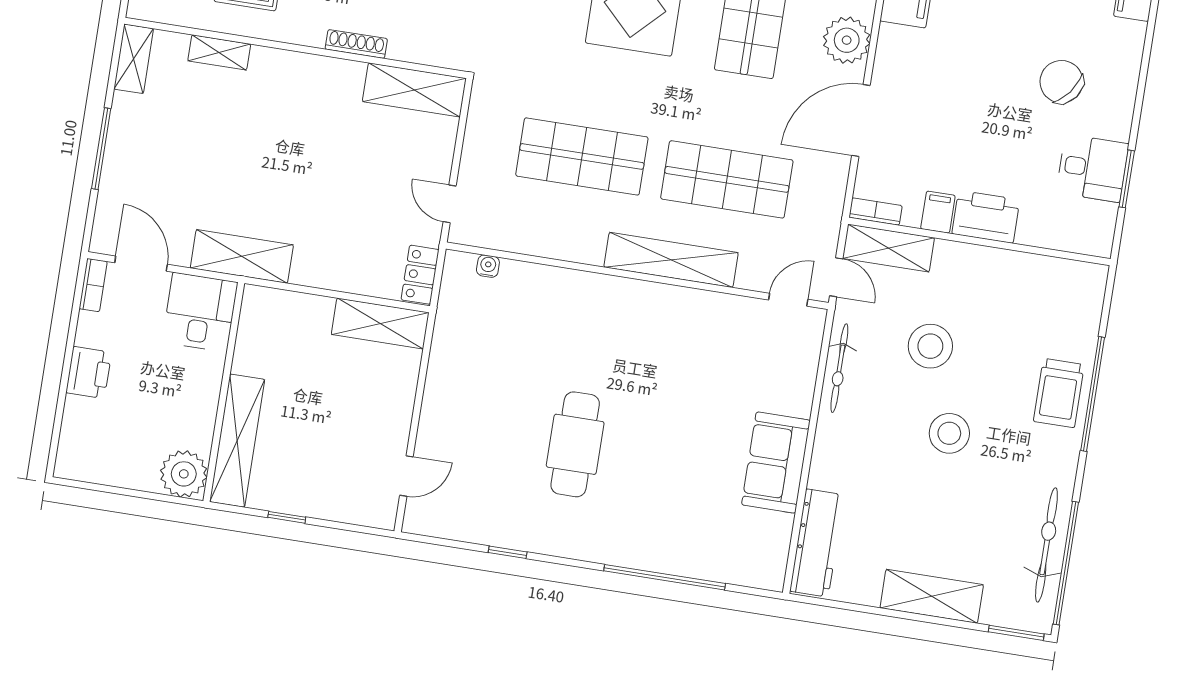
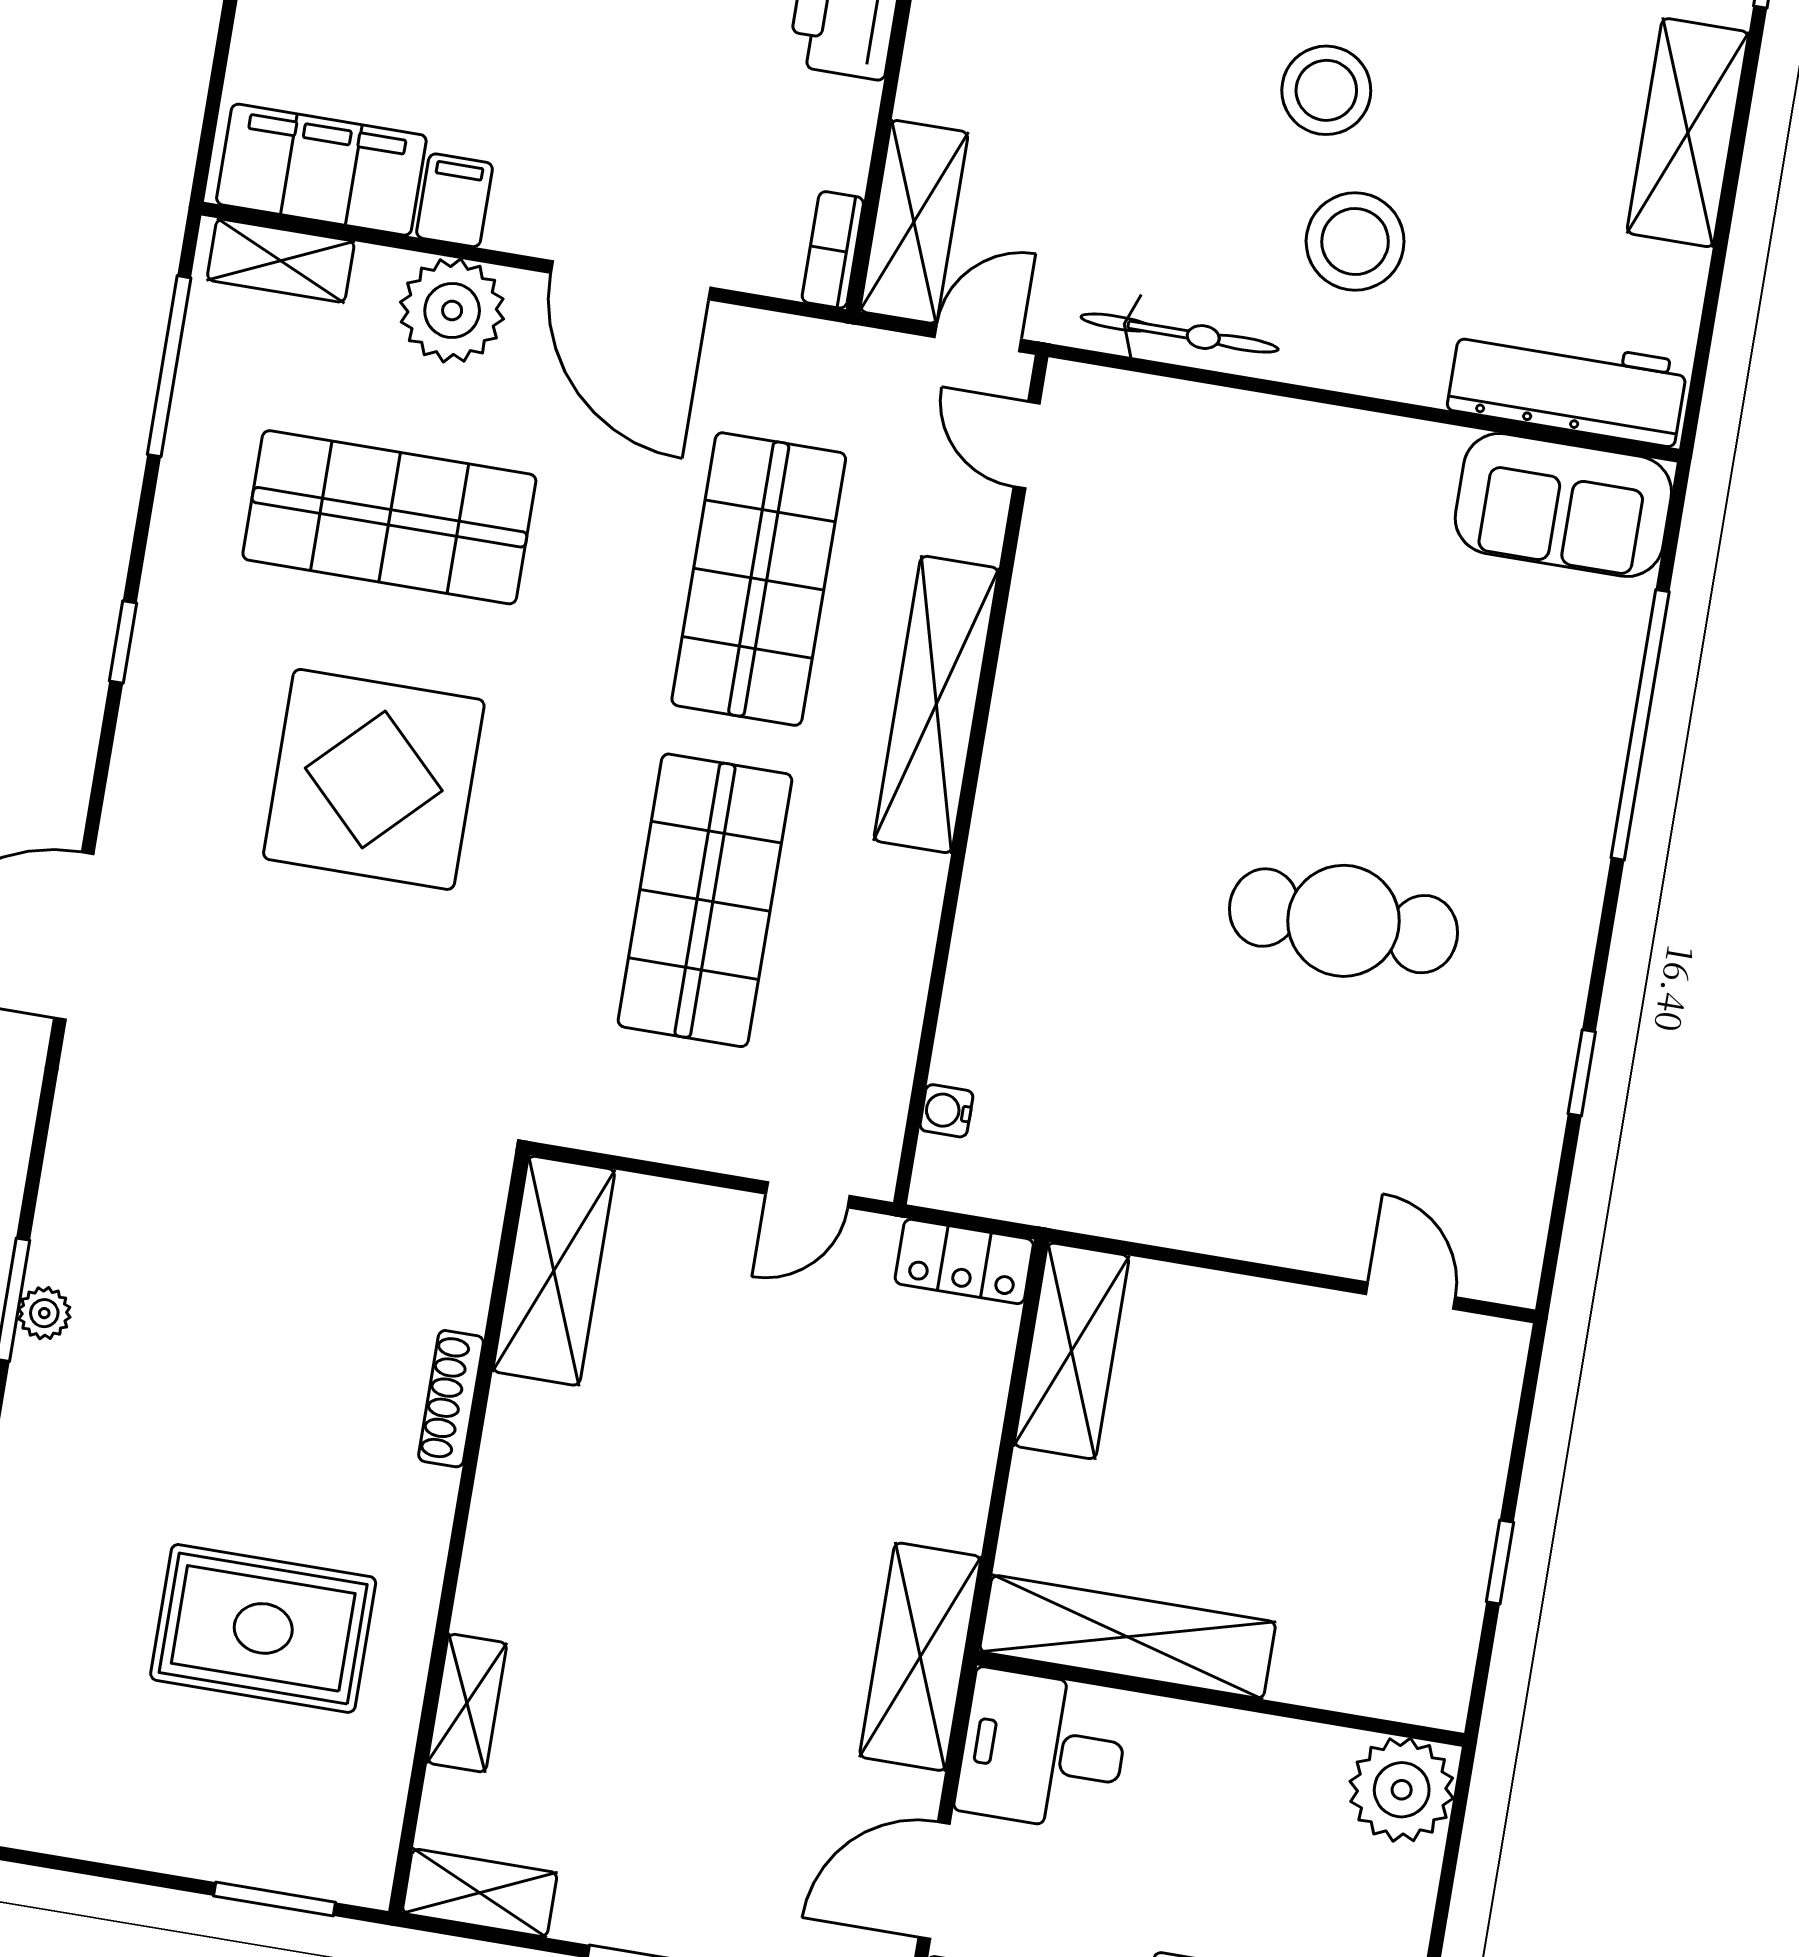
filing cabinet: (938, 212) -> (455, 200), moved, turned 90
stool: (930, 346) -> (1355, 242), moved
shelving: (237, 441) -> (1128, 1637), moved
sofa: (776, 463) -> (1563, 505), moved

